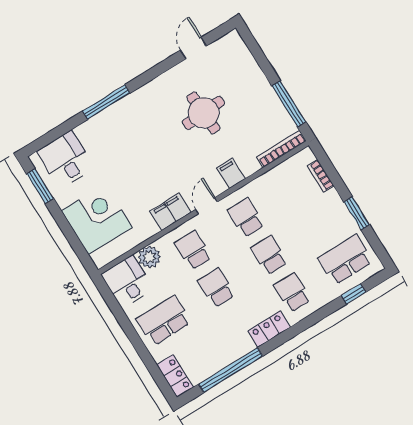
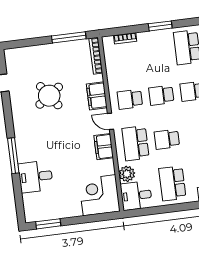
round table: (203, 113) -> (49, 96), turned -33
desk: (65, 160) -> (36, 177), moved
filing cabinet: (231, 173) -> (97, 96), width x2.00
corner desk: (97, 219) -> (99, 195), moved
school desk: (193, 250) -> (136, 143), width x1.85

